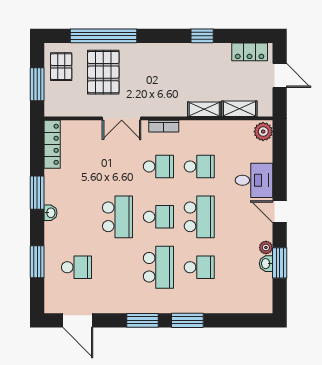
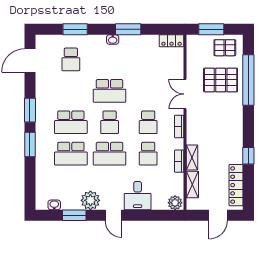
locker: (250, 52) -> (236, 185), width x1.53
bookcase: (209, 126) -> (179, 161), added
locker: (52, 144) -> (172, 41), width x0.66
door: (280, 212) -> (113, 215), swing flipped
plant: (266, 247) -> (90, 200), width x1.88, depth x1.88
washbasin: (266, 264) -> (54, 205), moved
school desk: (199, 267) -> (71, 154), width x1.85

